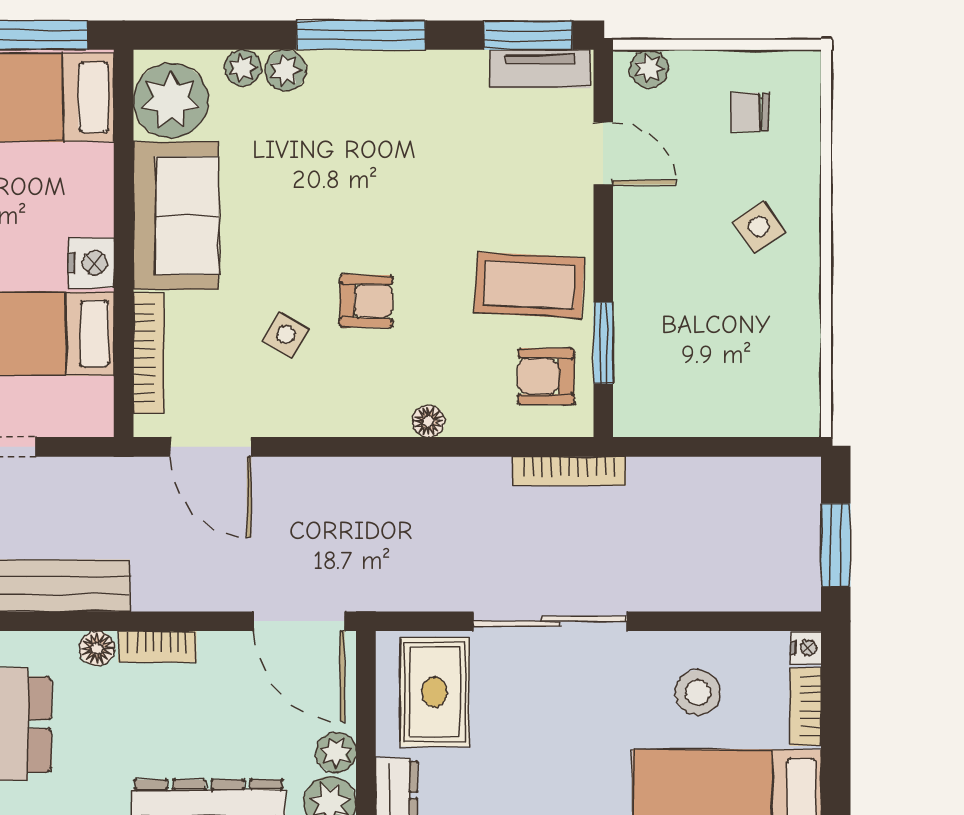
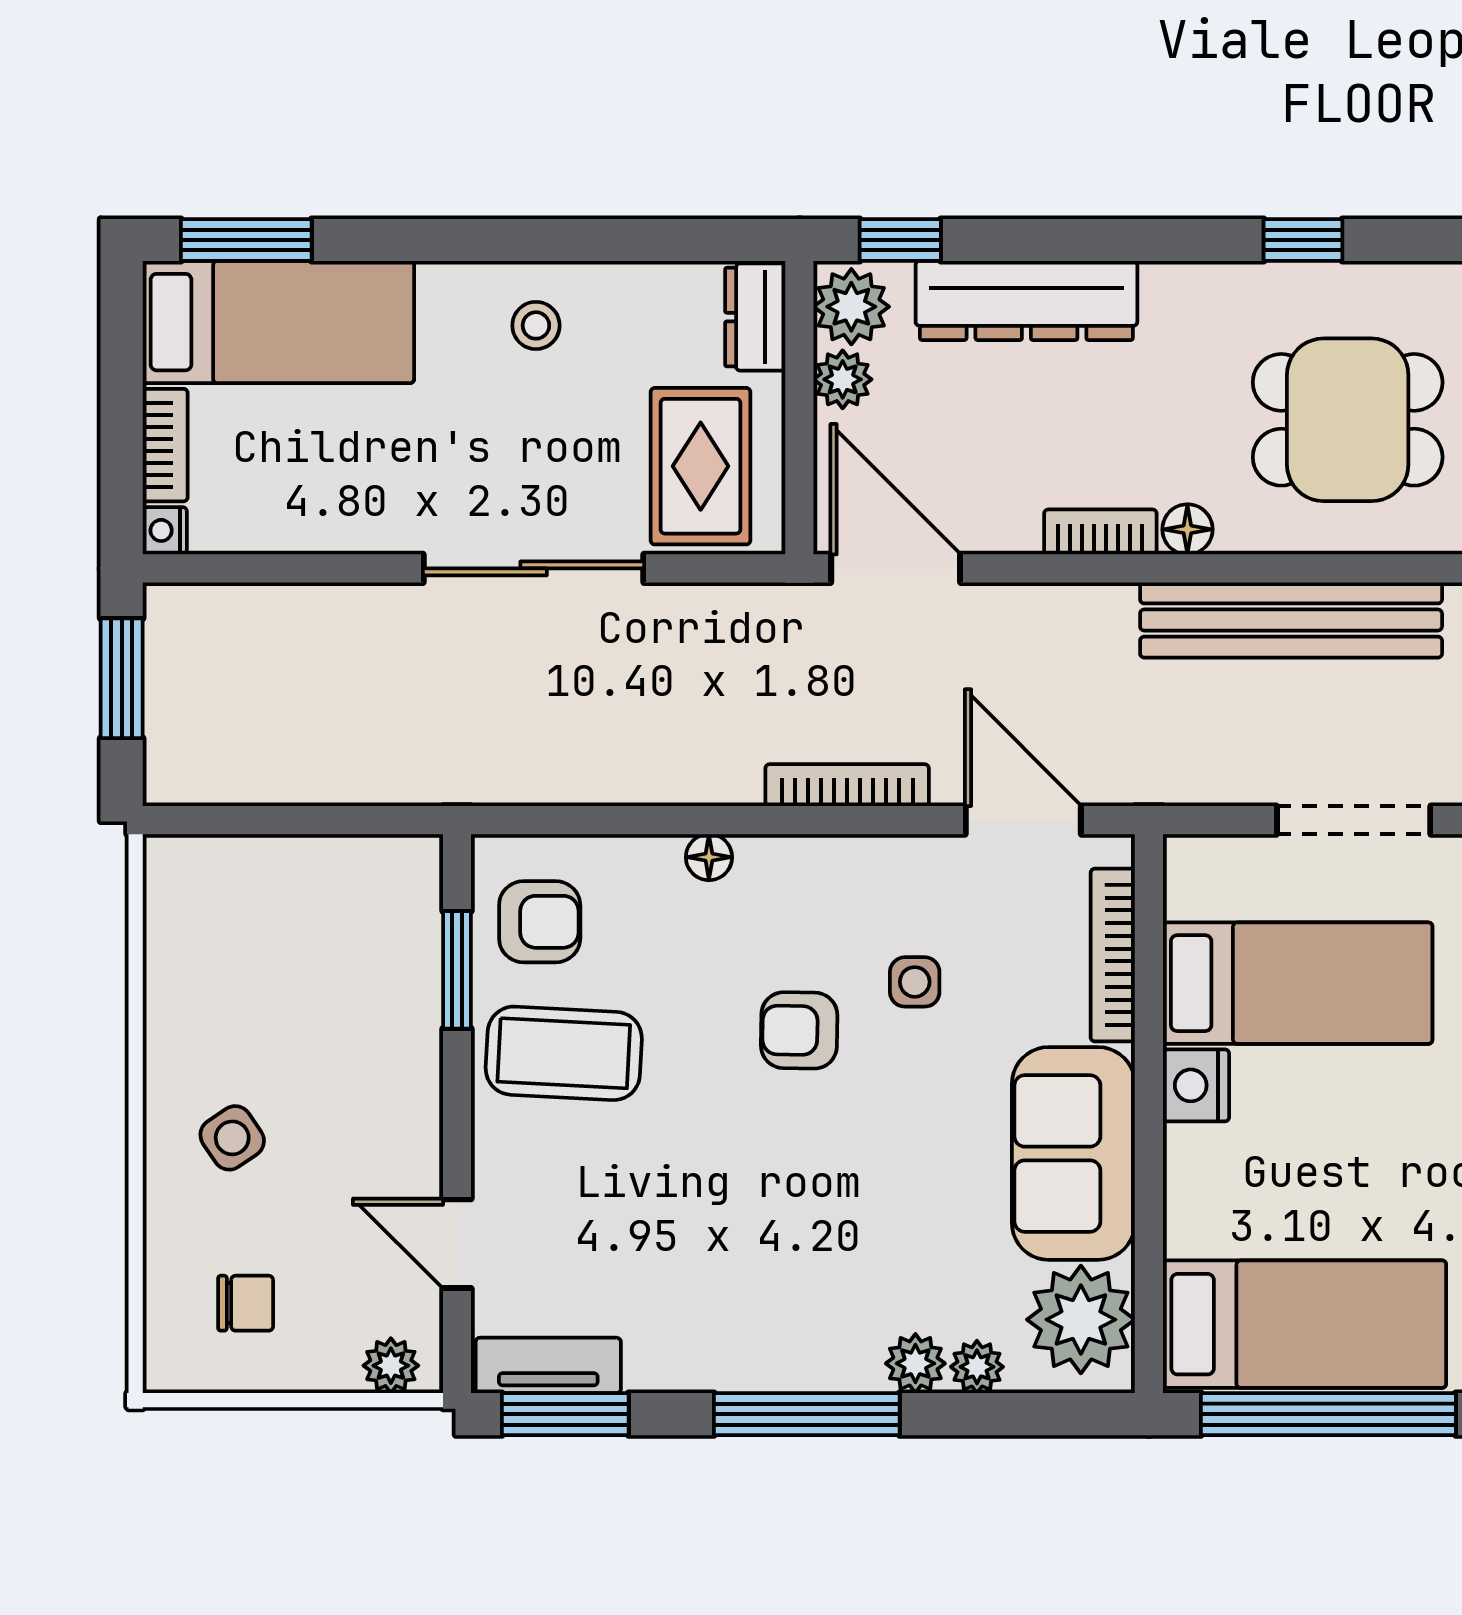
side table: (286, 335) -> (915, 982), turned -31
bookcase: (569, 471) -> (847, 785), moved
stool: (698, 693) -> (536, 325), moved, width x0.73, depth x0.73

